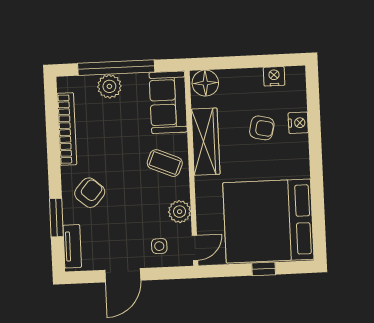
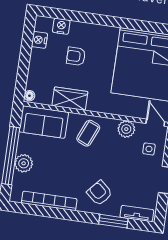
floor lamp: (205, 83) -> (29, 96), width x0.53, depth x0.53
nightstand: (298, 123) -> (61, 26), moved
armchair: (262, 128) -> (76, 56), turned -103
wardrobe: (206, 142) -> (70, 99), width x0.67

